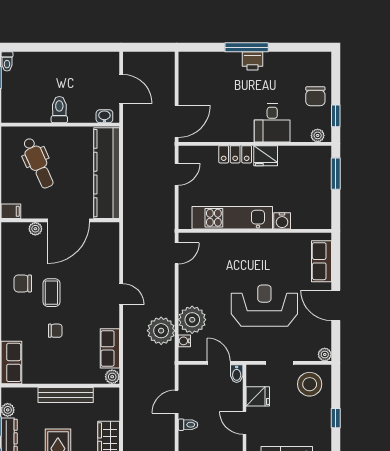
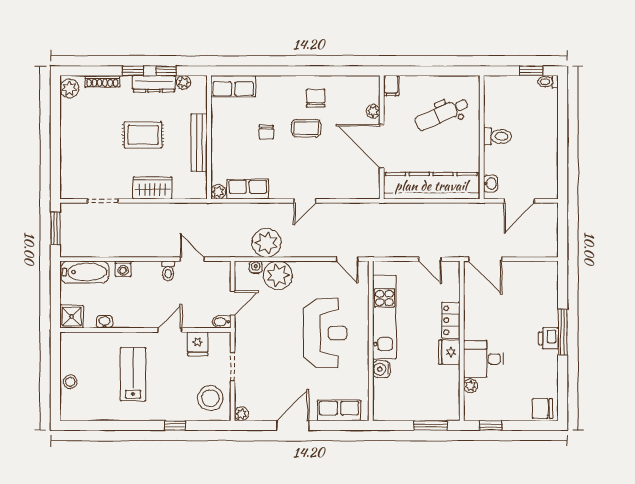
chair: (315, 96) -> (543, 408), moved
plant: (318, 135) -> (470, 386), moved
reception desk: (264, 306) -> (325, 333), moved

